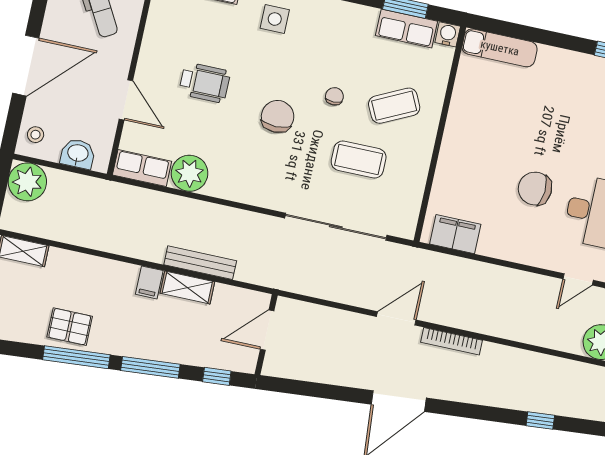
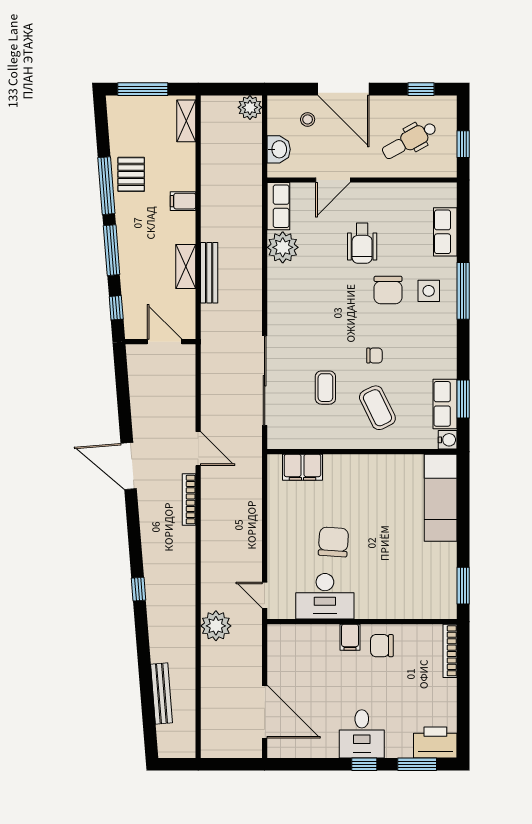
exam couch: (500, 48) -> (441, 498), width x1.36, depth x1.45
chair: (278, 116) -> (388, 290), moved, turned 90
stool: (36, 135) -> (308, 119), moved
coffee table: (359, 160) -> (325, 388), width x0.73, depth x0.77
plant: (27, 182) -> (250, 107), width x0.73, depth x0.73
filing cabinet: (455, 234) -> (302, 467), moved, turned 90
filing cabinet: (149, 282) -> (183, 201), moved

